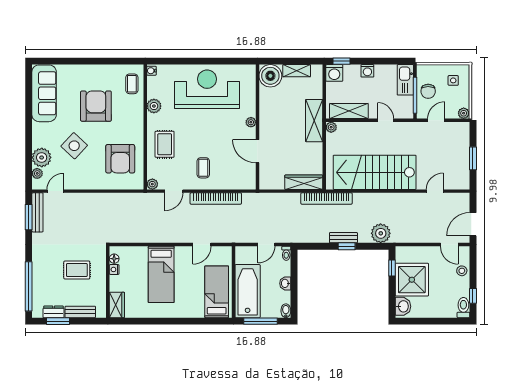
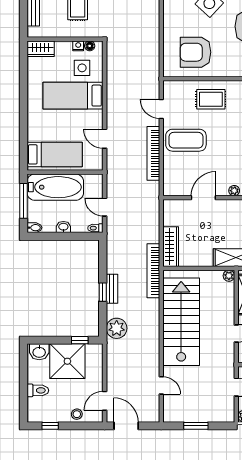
coffee table: (203, 168) -> (186, 140), width x1.86, depth x1.72
plant: (152, 184) -> (169, 86), removed
side table: (135, 266) -> (82, 68), added
toilet: (463, 308) -> (38, 390), moved

